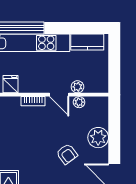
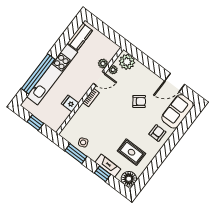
plant: (98, 138) -> (127, 62), moved

